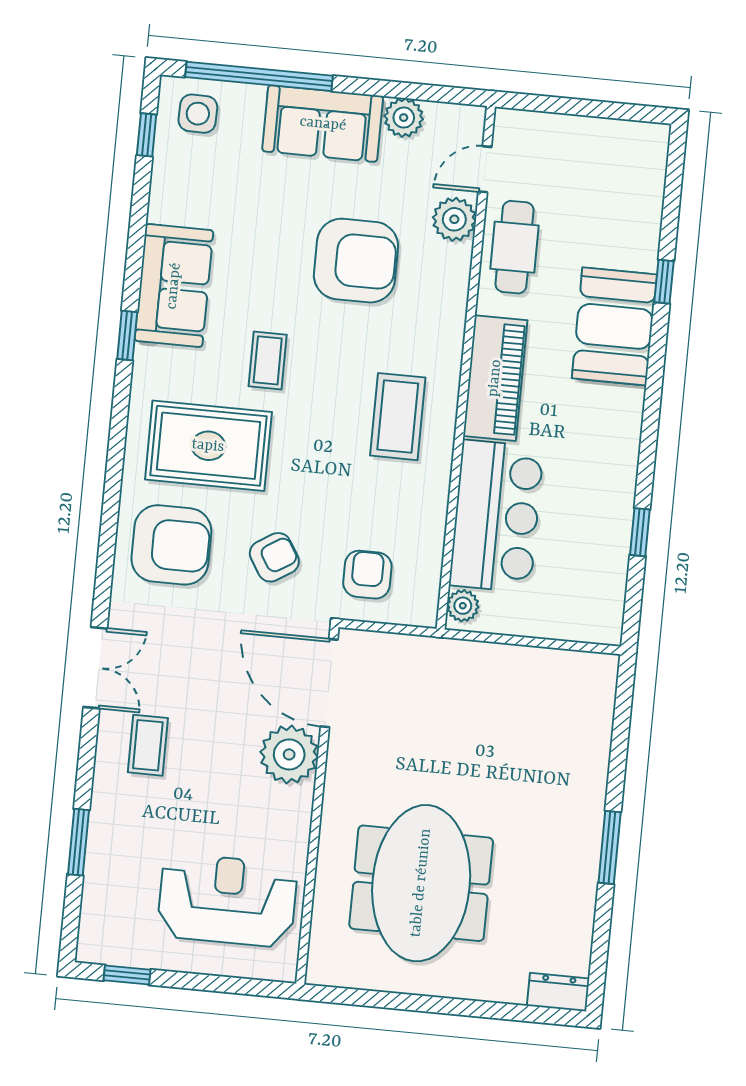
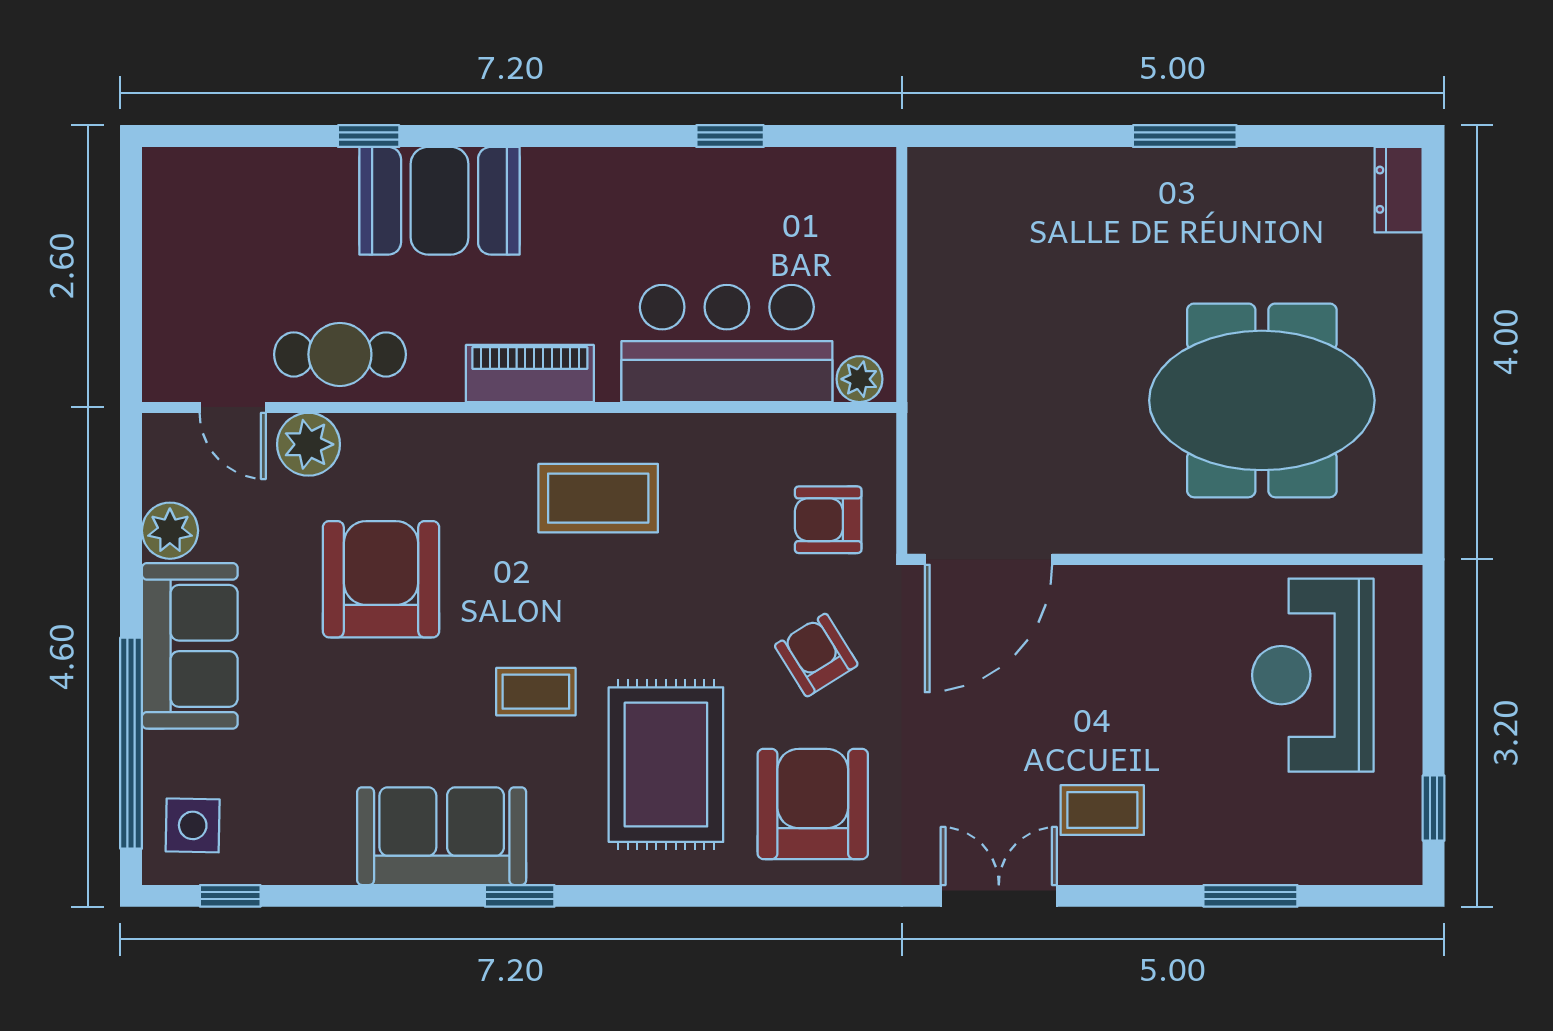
piano: (495, 378) -> (530, 373), width x0.73, depth x0.75
plant: (289, 754) -> (1096, 607), removed

